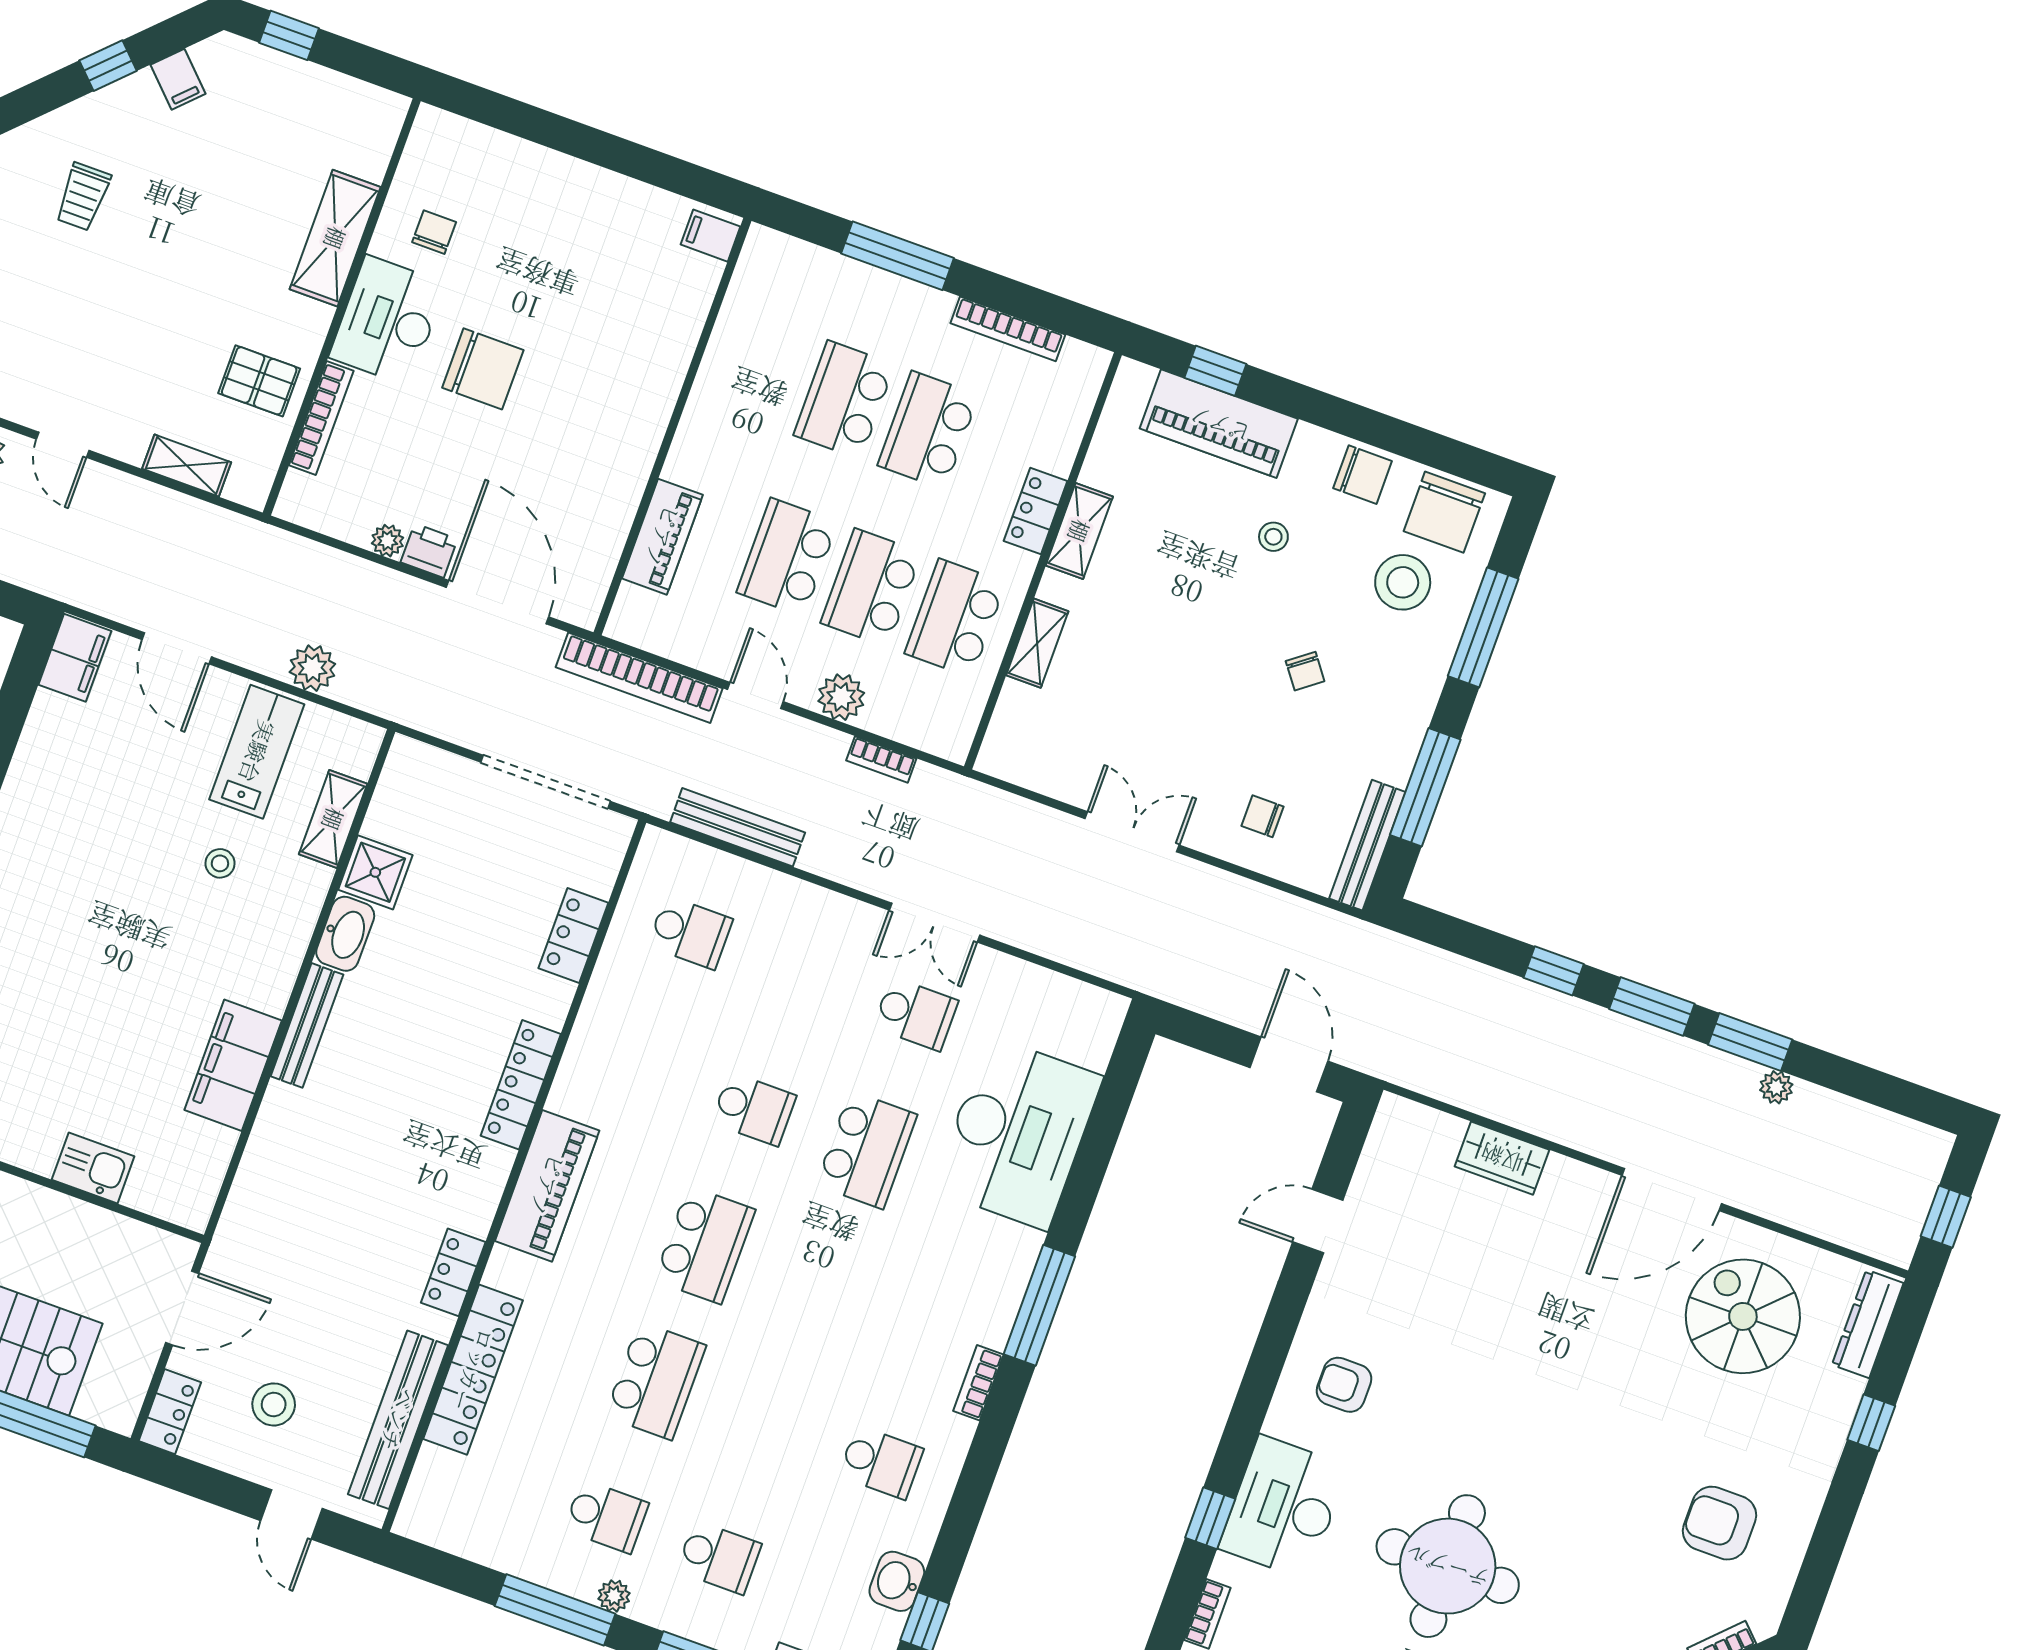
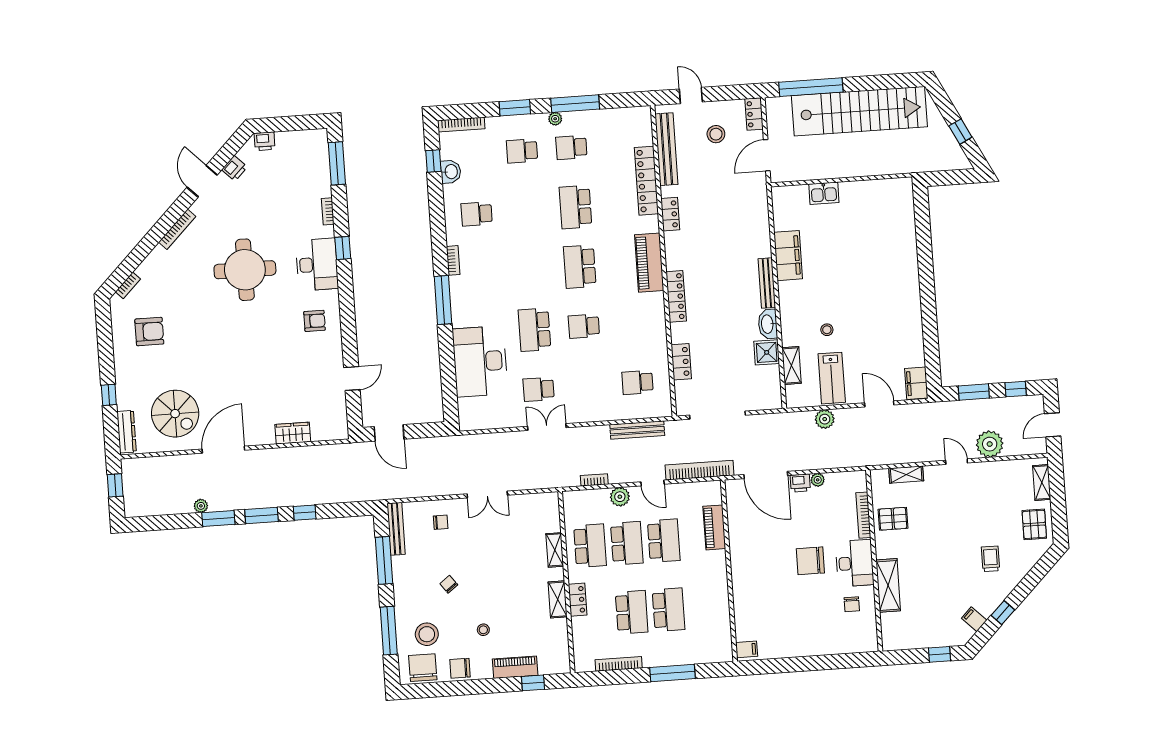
piano: (1219, 424) -> (515, 667), width x0.73, depth x0.75

